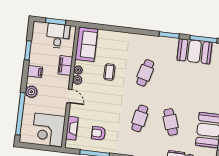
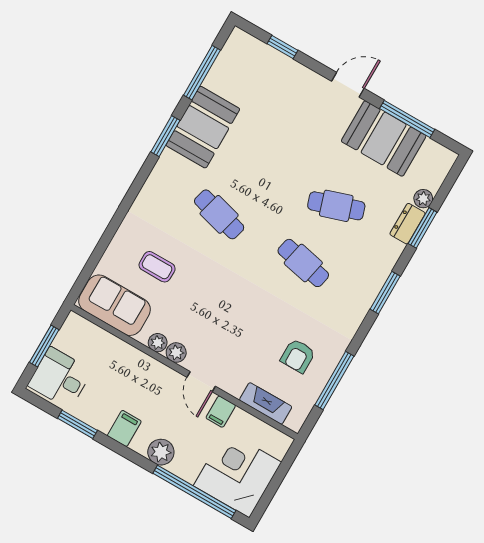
desk: (58, 36) -> (60, 378), moved
booth: (194, 51) -> (203, 127), moved
filing cabinet: (65, 65) -> (221, 412), moved, width x0.50
coffee table: (109, 72) -> (157, 267), moved
door: (69, 96) -> (201, 382), swing flipped
corner desk: (49, 130) -> (238, 474), moved, turned 180

